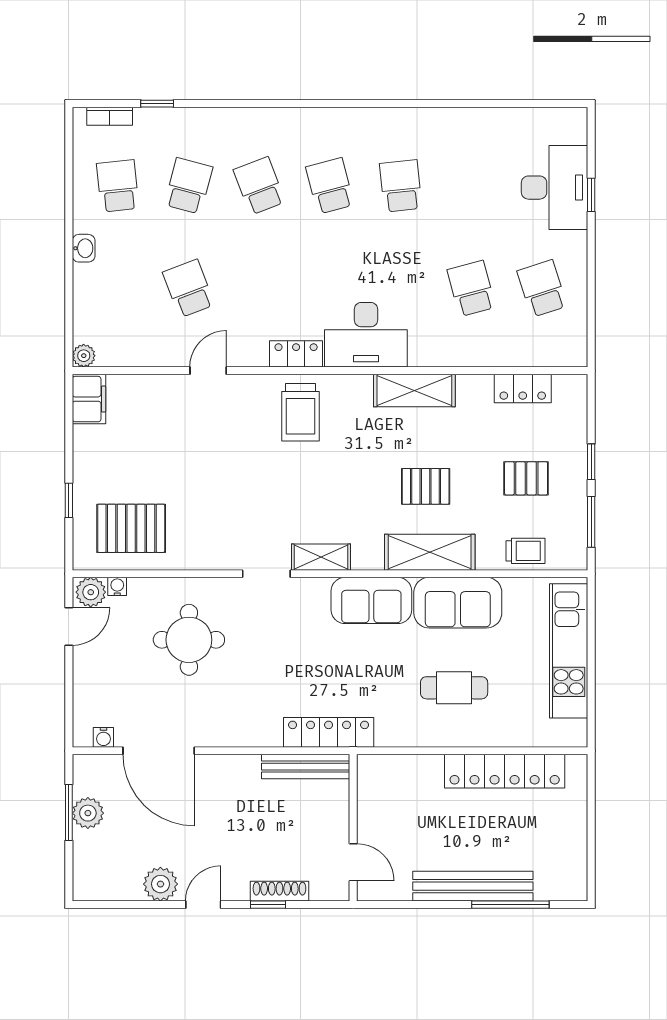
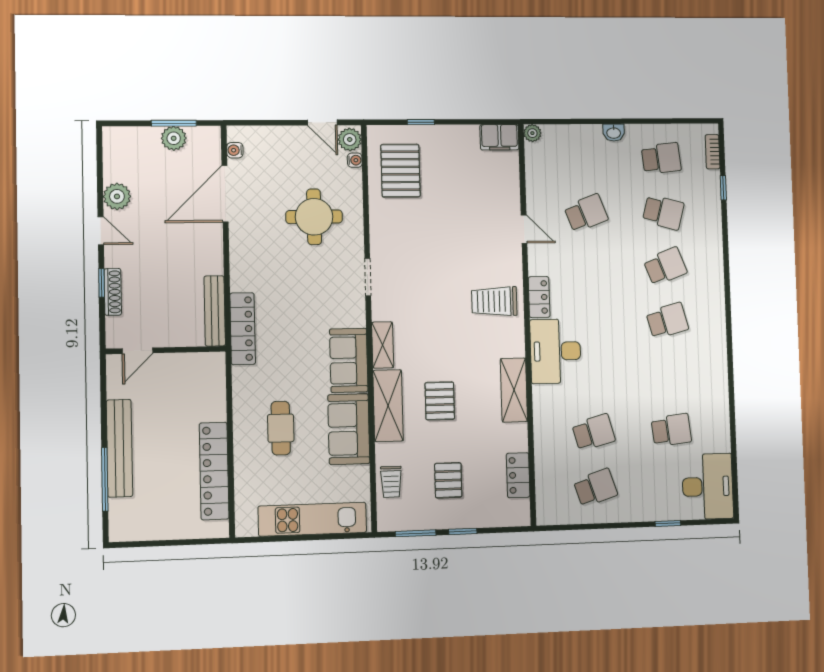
school desk: (401, 186) -> (671, 430), moved
desk: (555, 188) -> (708, 486), moved, turned -90
shelving: (321, 557) -> (383, 345), moved

